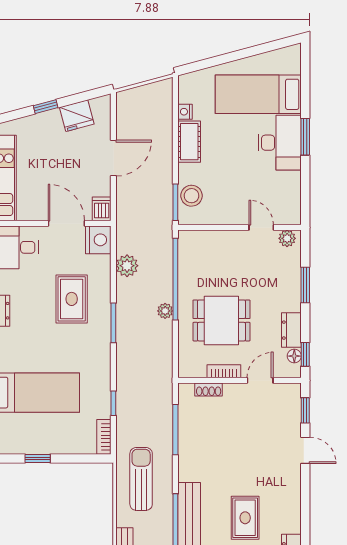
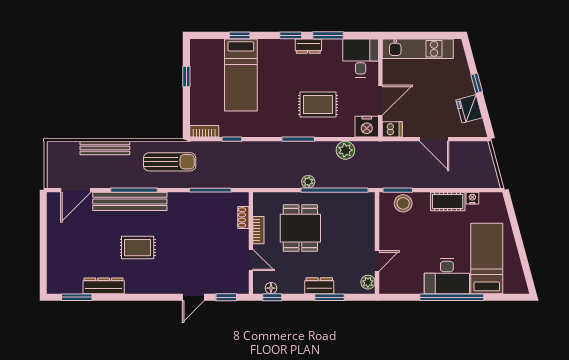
window: (305, 137) -> (452, 297), width x2.11
dresser: (291, 330) -> (319, 286), moved

